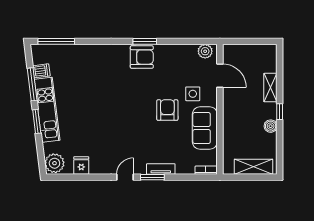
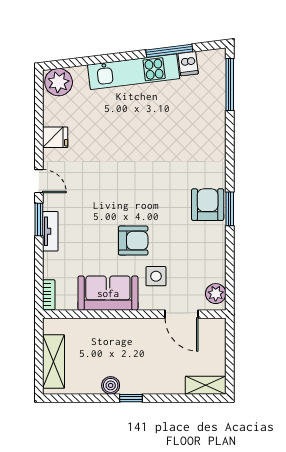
armchair: (142, 57) -> (208, 205), turned 180
door: (220, 76) -> (182, 314), hinge flipped
shelving: (270, 88) -> (206, 385), moved
window: (37, 121) -> (117, 57), removed
fridge: (81, 166) -> (55, 137), moved

